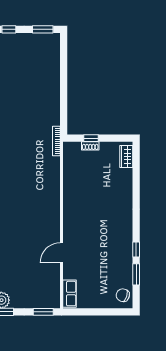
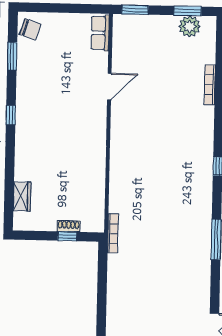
wardrobe: (126, 156) -> (22, 196), moved
window: (136, 250) -> (11, 115), moved

